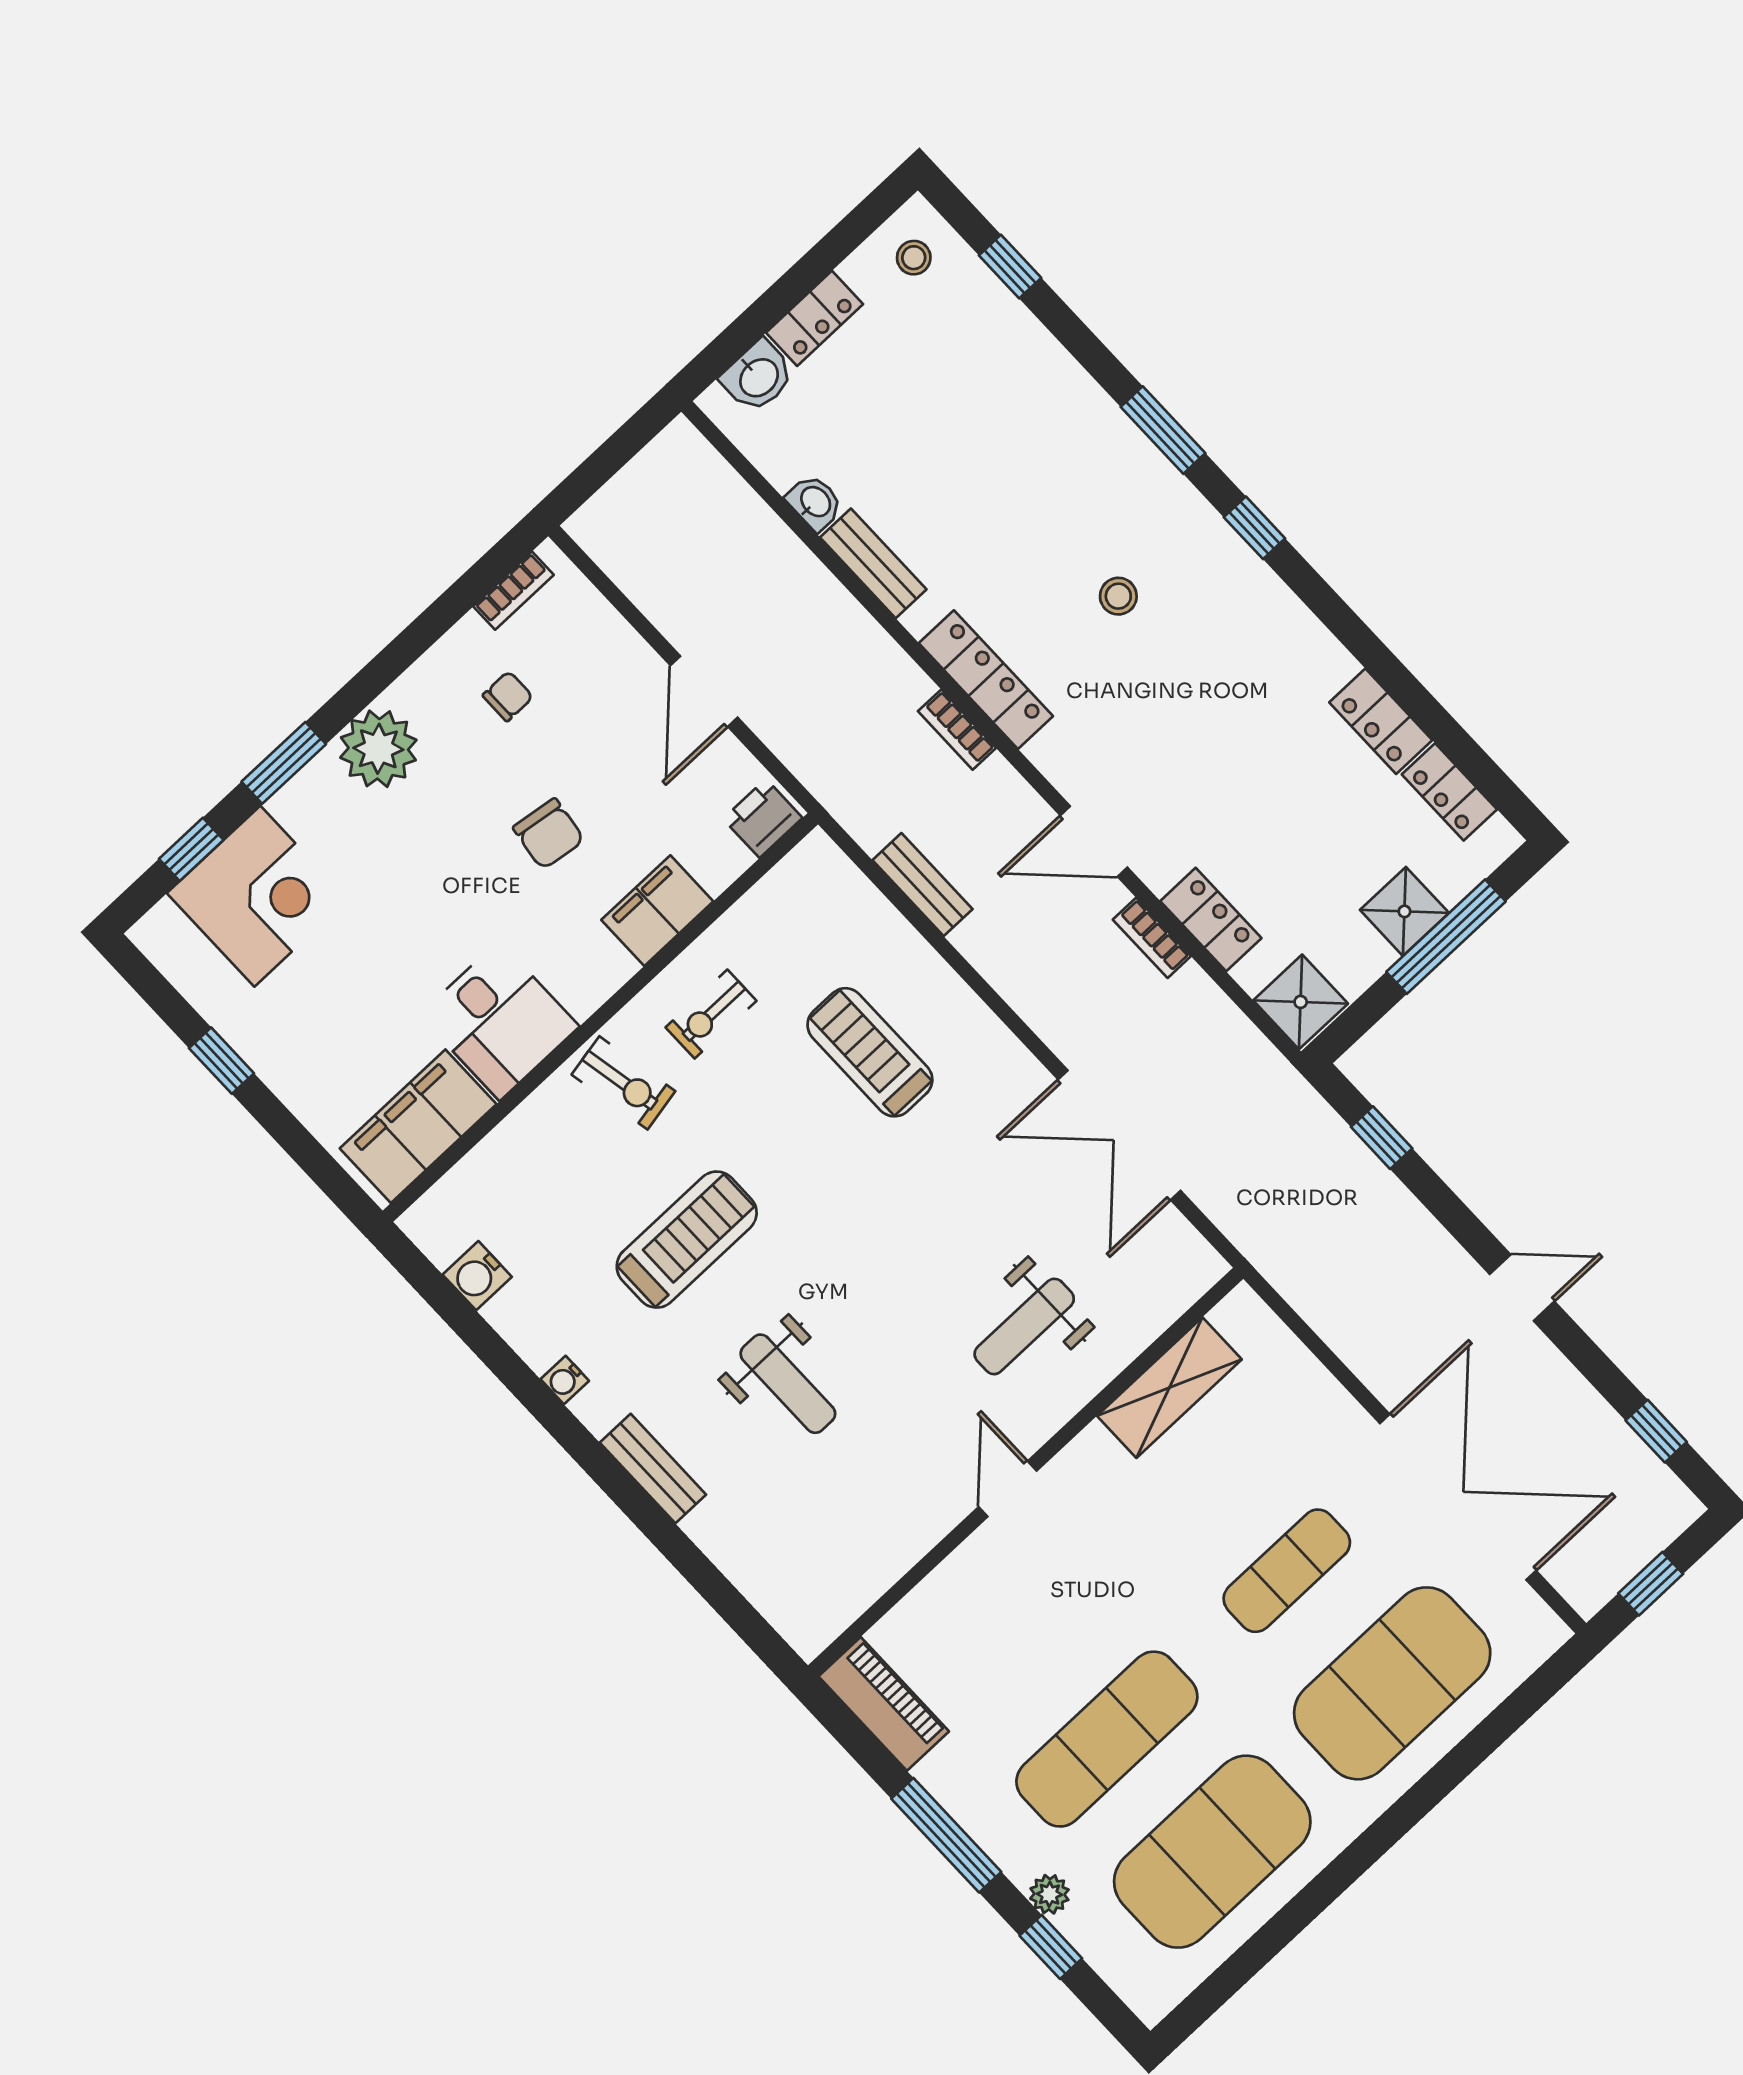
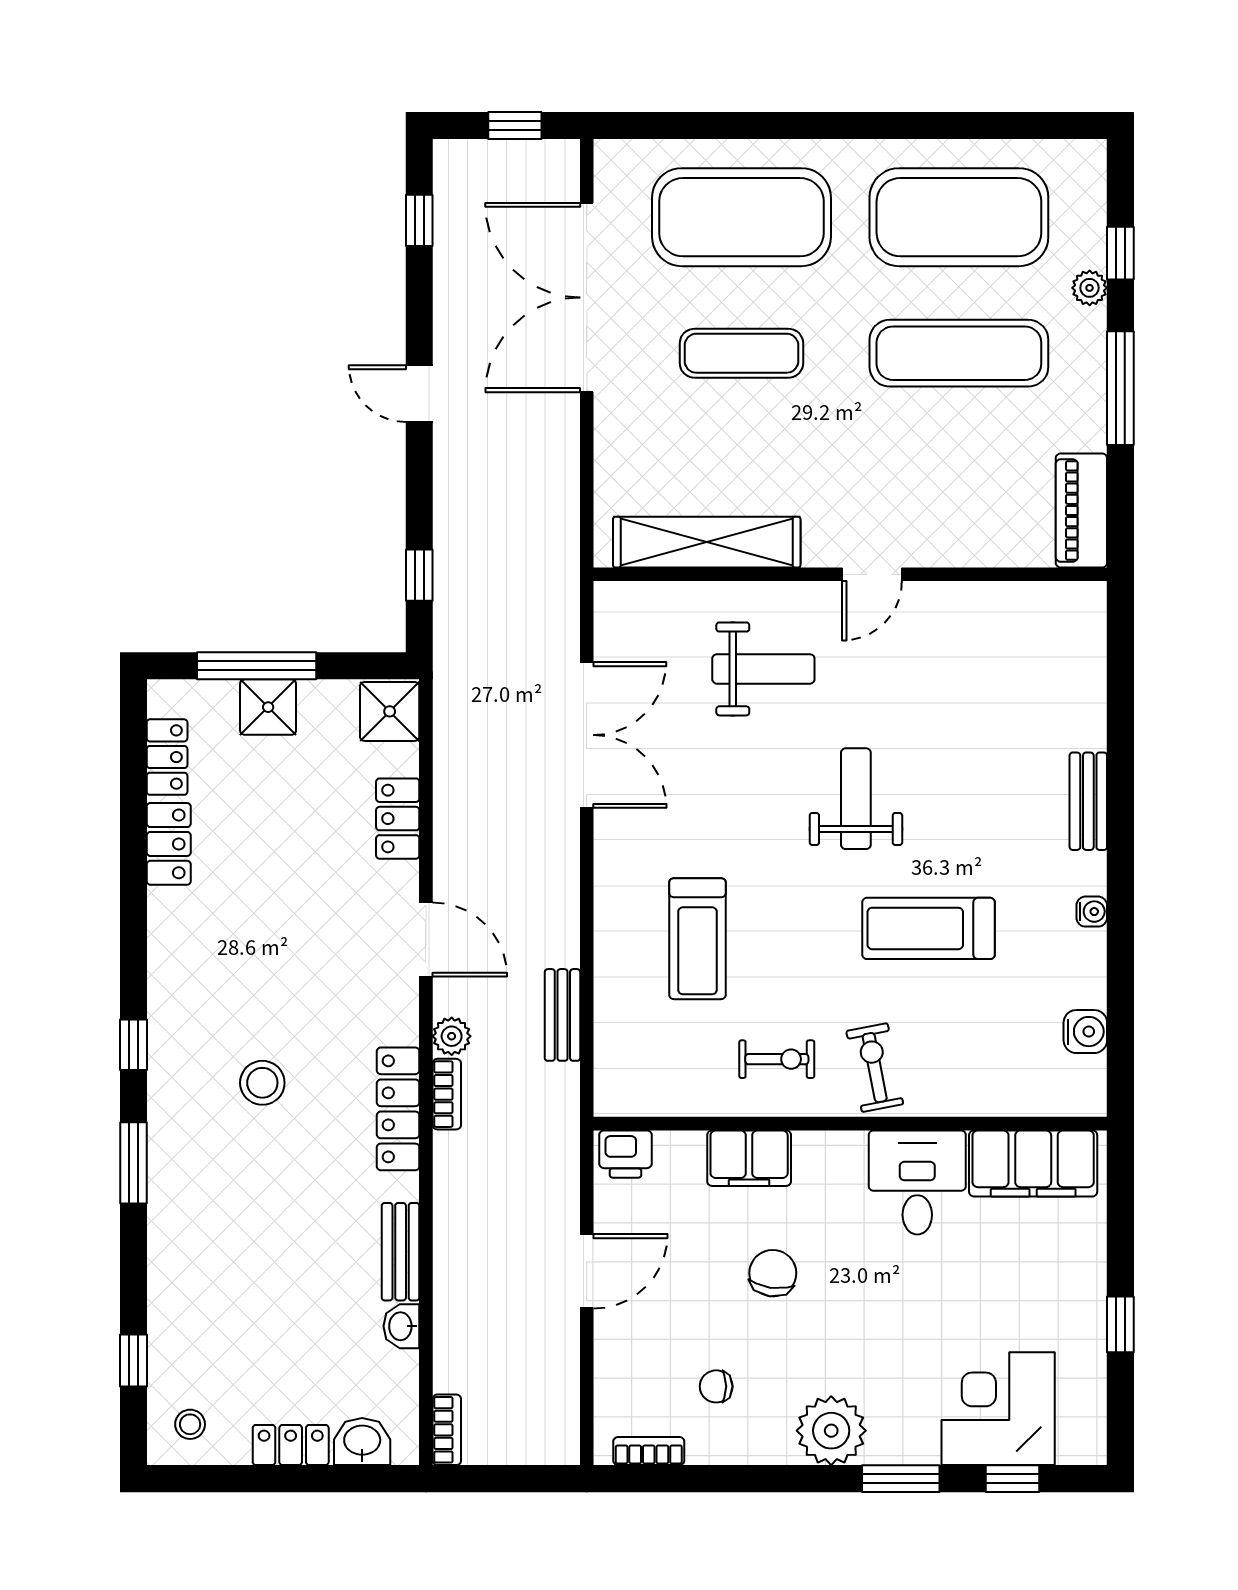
stool: (1118, 596) -> (262, 1083), width x1.37, depth x1.37
plant: (998, 781) -> (452, 1036), added
bookcase: (1152, 938) -> (447, 1430), moved
weight bench: (788, 1384) -> (856, 799), moved
shelving: (1169, 1388) -> (707, 542), width x1.47

